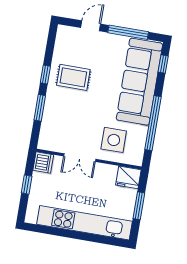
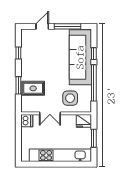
window: (163, 64) -> (94, 54), moved
window: (45, 74) -> (18, 53), moved
rug: (73, 77) -> (33, 88), moved
window: (27, 185) -> (18, 137), removed

